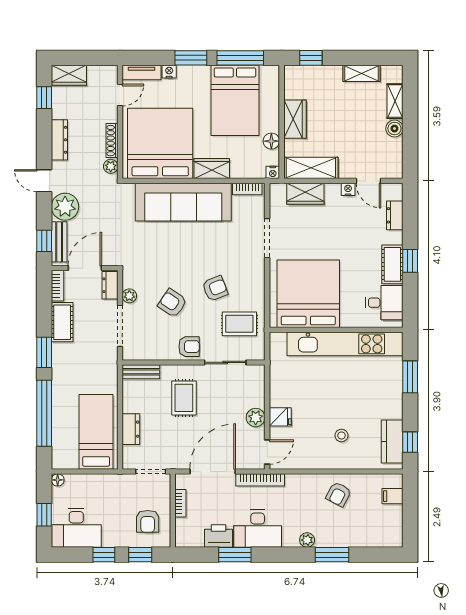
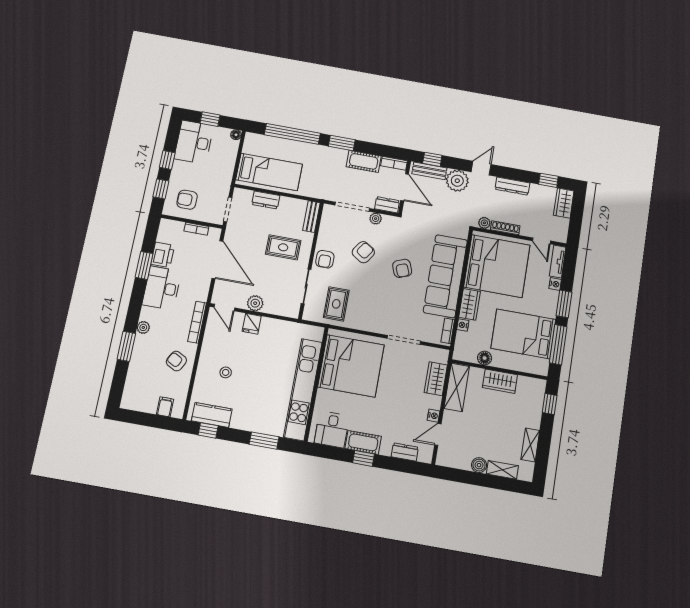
nightstand: (273, 172) -> (463, 325), moved
armchair: (215, 288) -> (402, 268), moved
bookcase: (260, 480) -> (197, 322), moved

